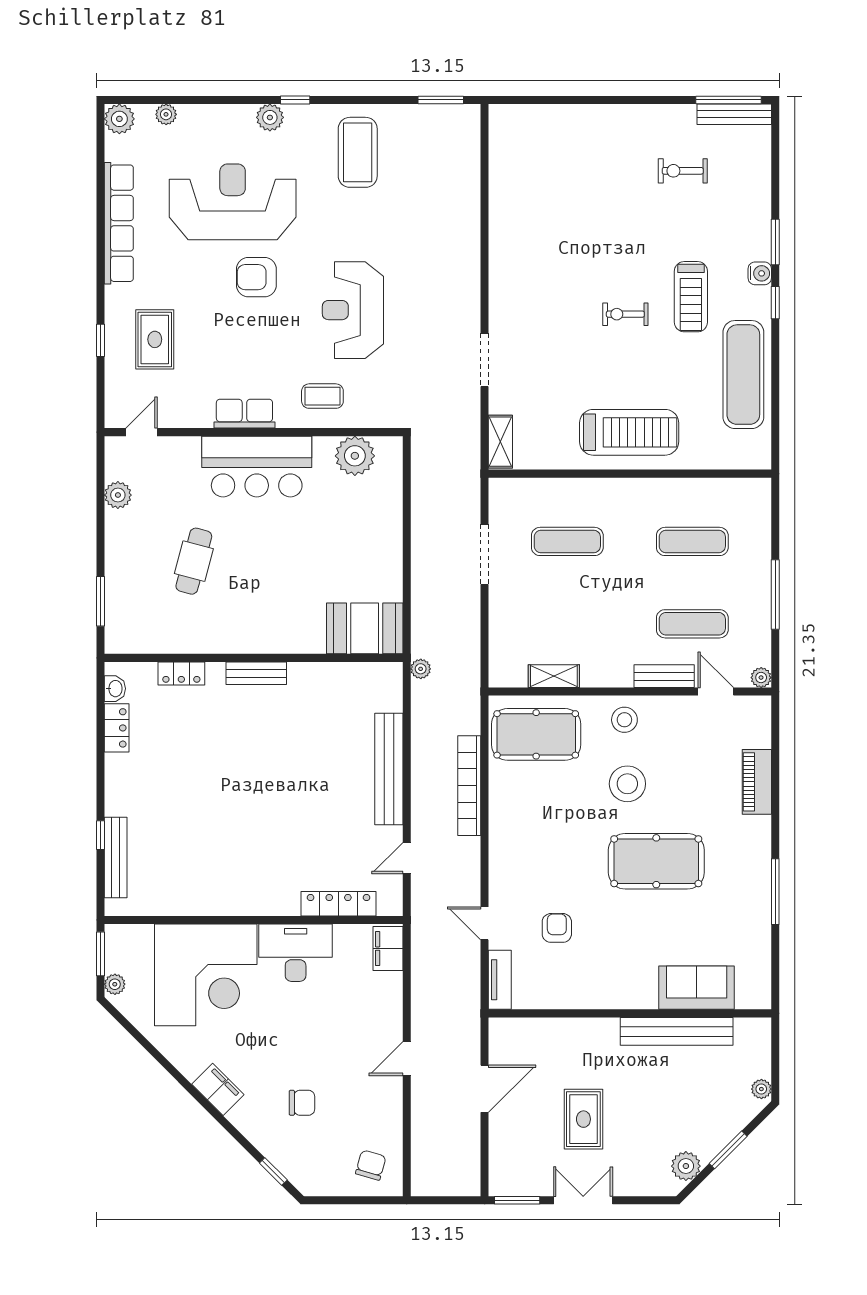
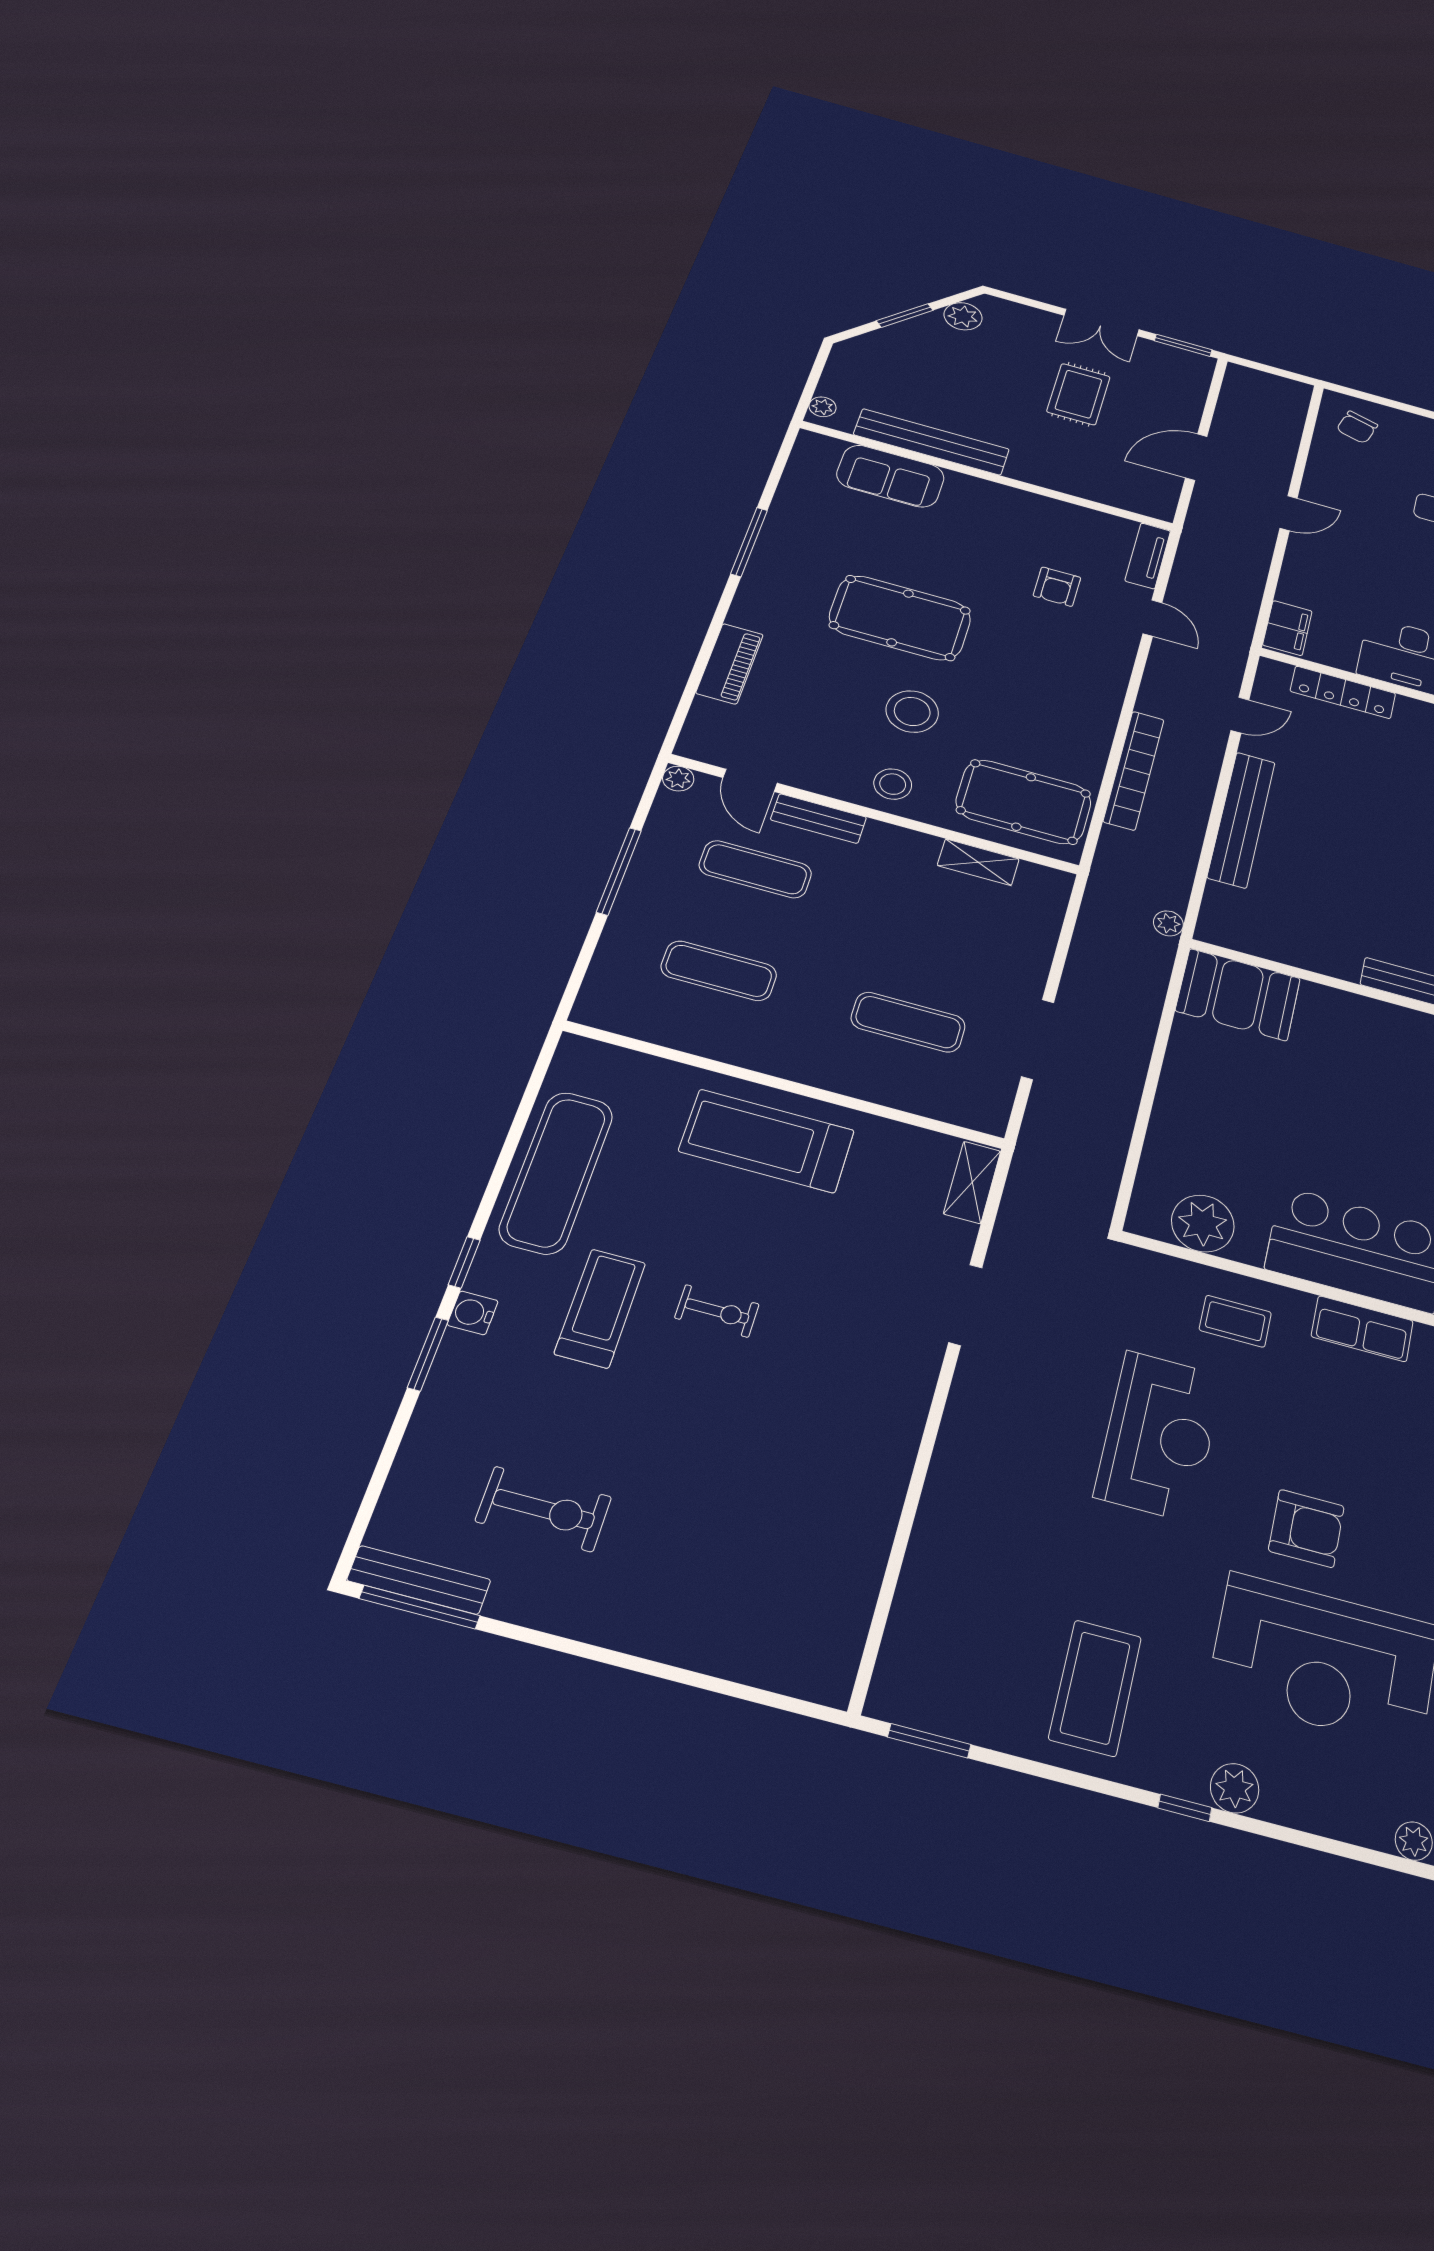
exercise bike: (683, 171) -> (544, 1509), width x1.38, depth x1.39
plant: (761, 1089) -> (823, 407), moved

